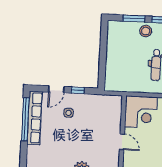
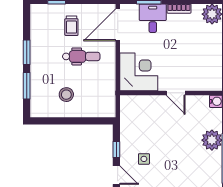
stool: (146, 31) -> (66, 95), moved
door: (122, 142) -> (176, 93), swing flipped

